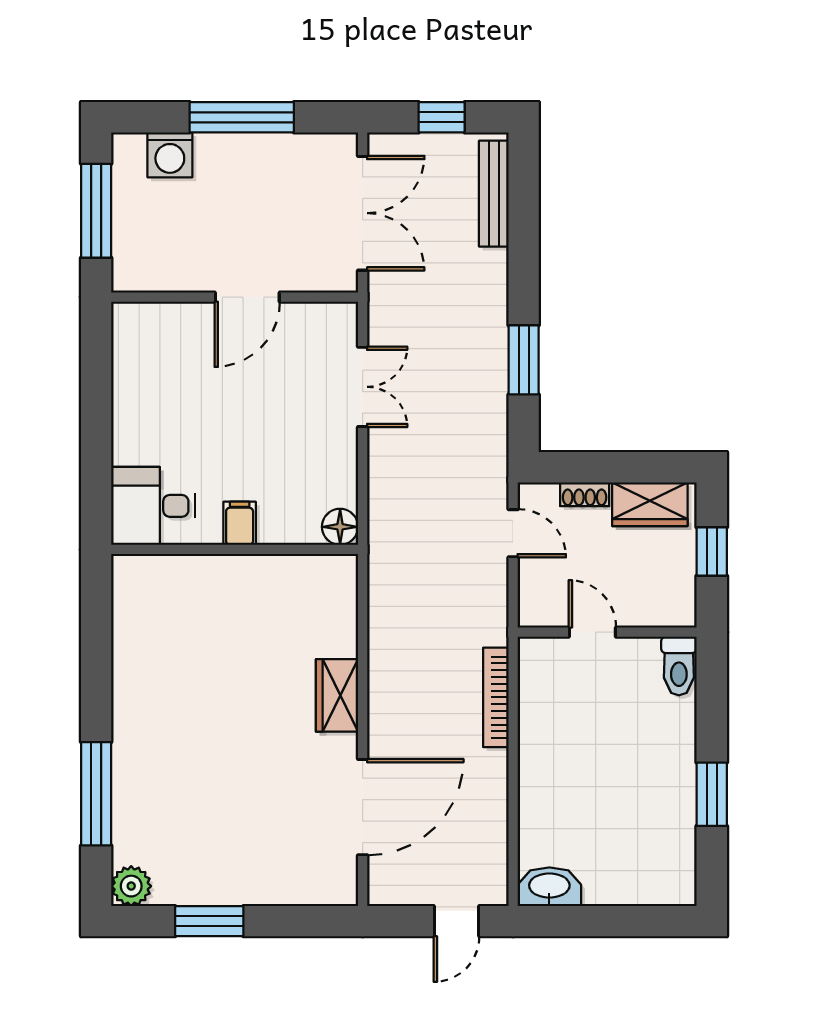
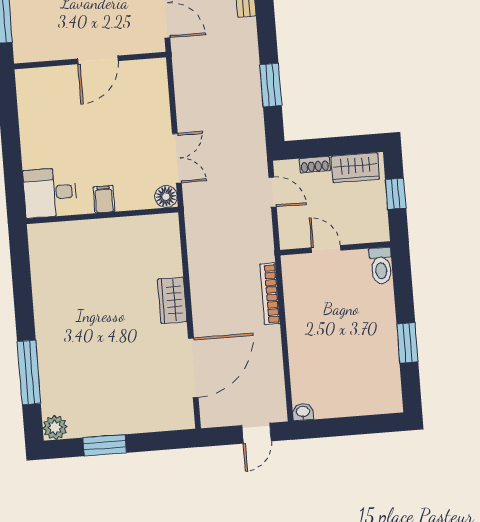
double door: (363, 387) -> (177, 158), moved
washbasin: (549, 887) -> (303, 412), width x0.52, depth x0.69

